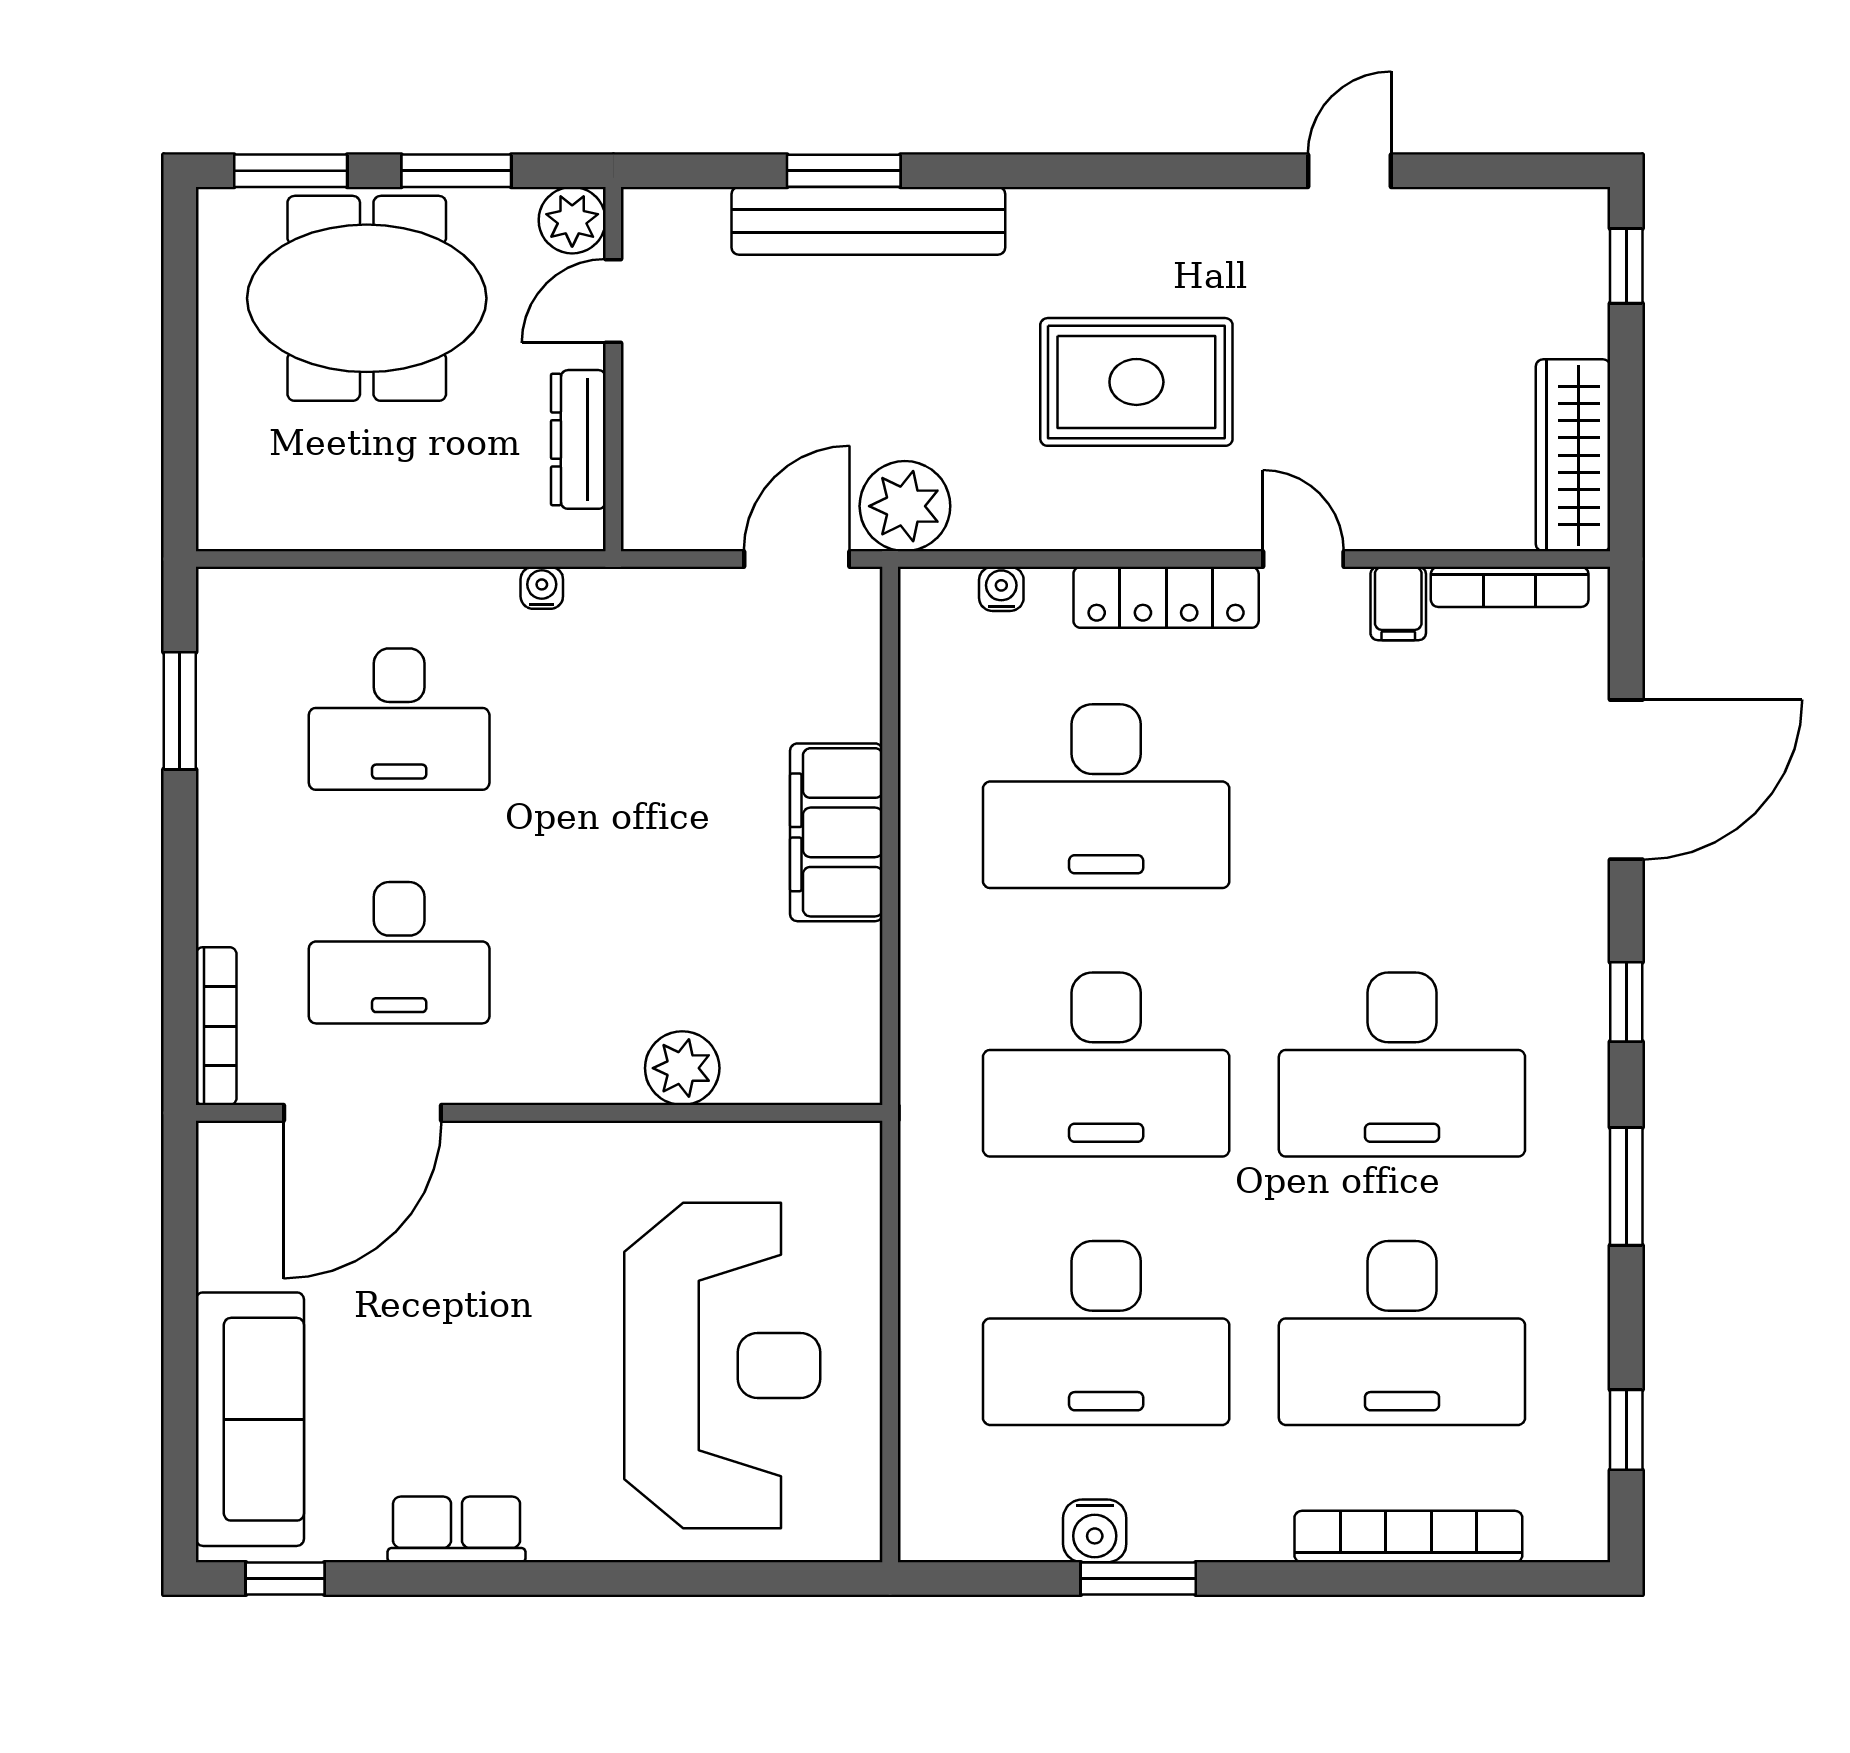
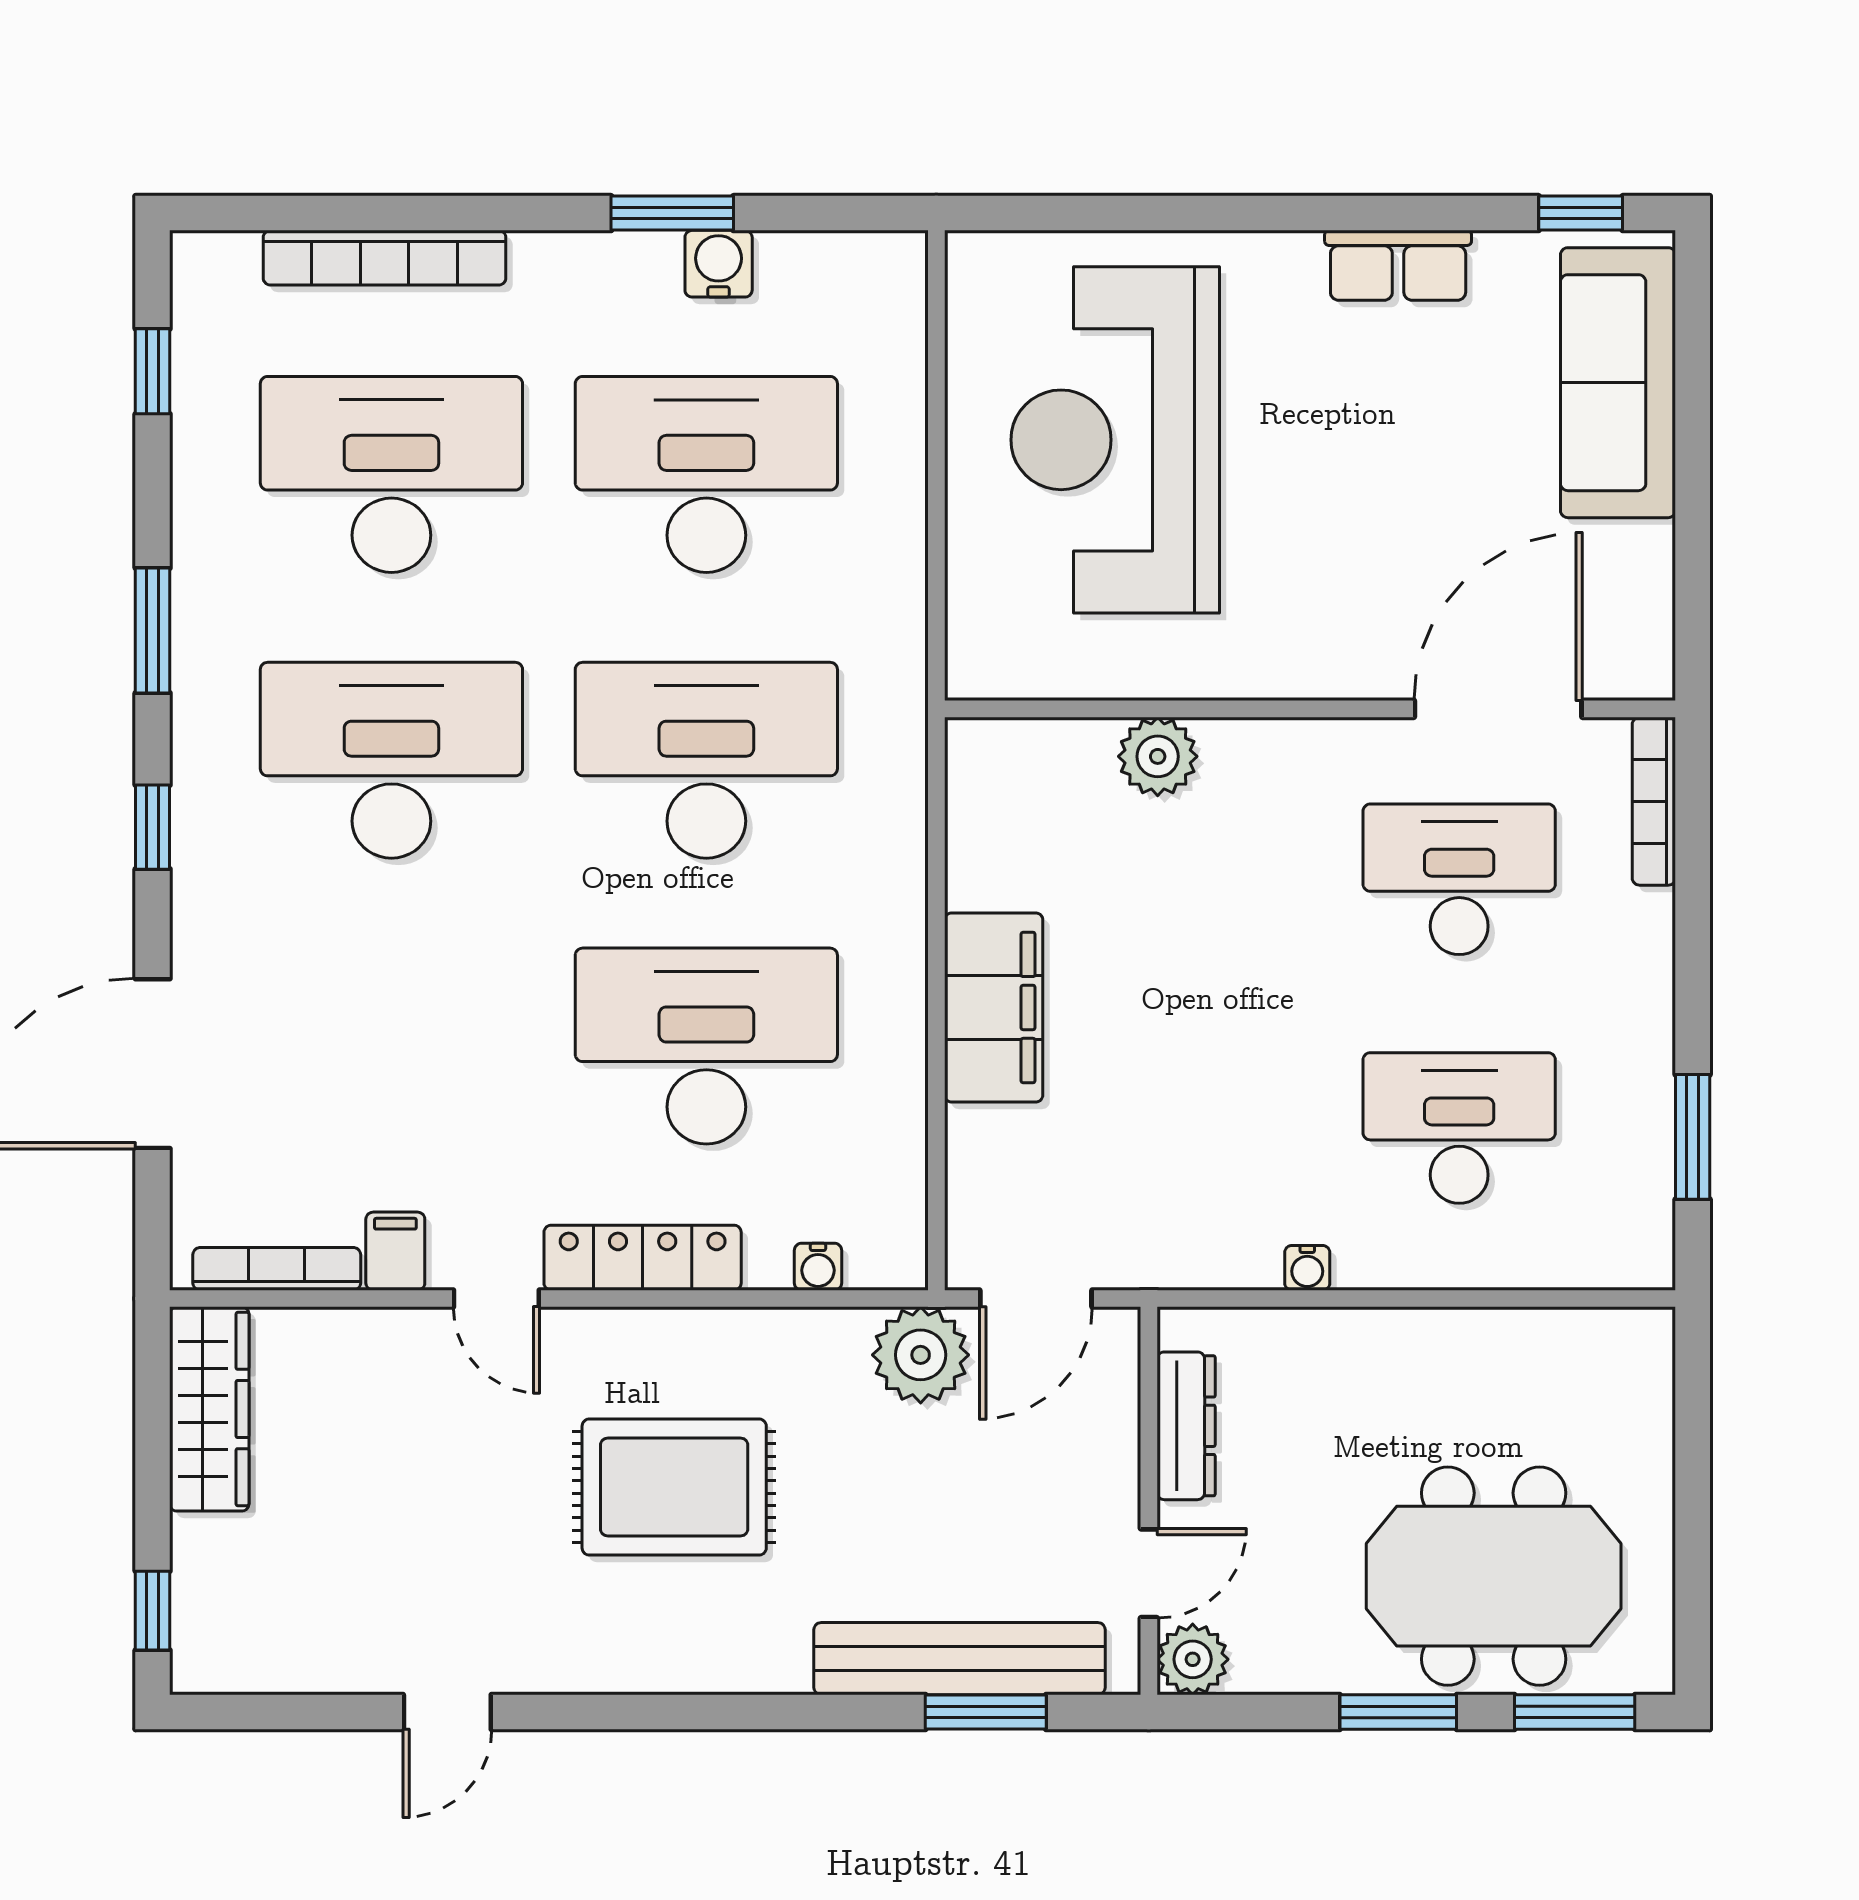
plant: (572, 220) -> (1193, 1659), moved
door: (613, 301) -> (1149, 1573), moved
wall: (613, 369) -> (1149, 1501), moved
dresser: (578, 439) -> (1186, 1426), moved

